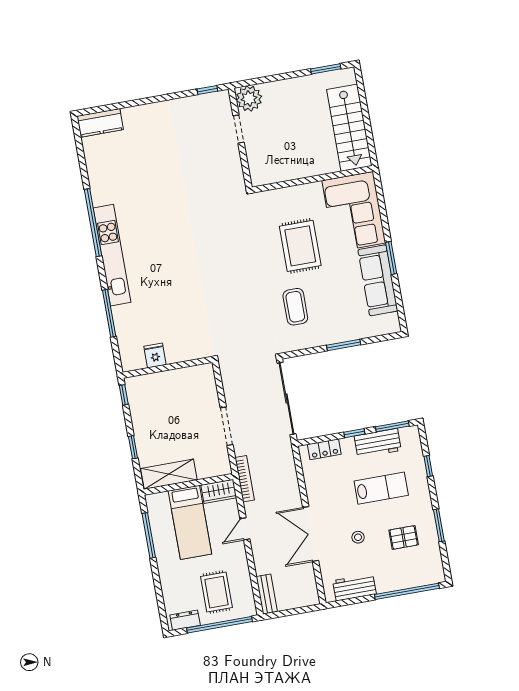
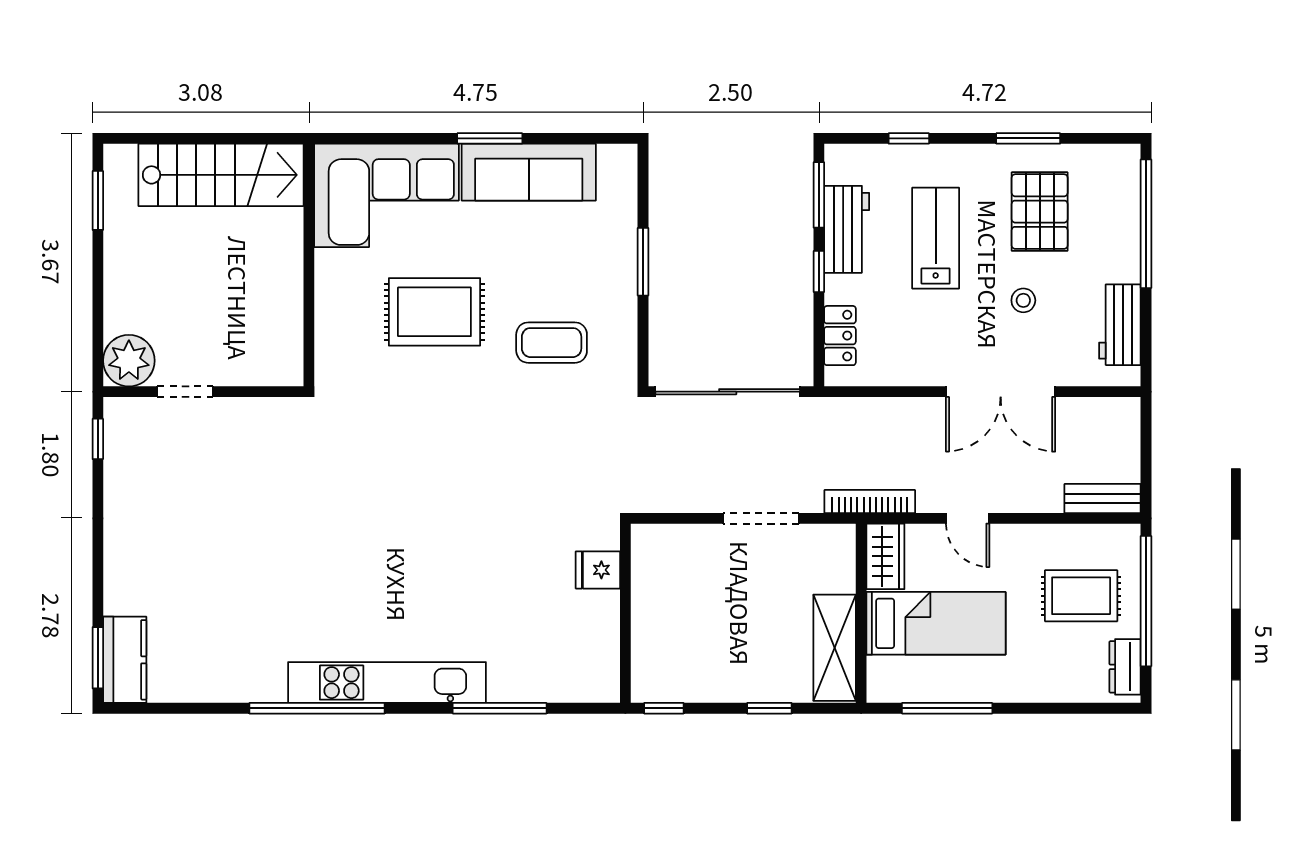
window: (99, 109) -> (98, 658), added
fridge: (155, 355) -> (598, 570), moved
pallet: (404, 537) -> (1040, 212), width x1.50, depth x1.42

